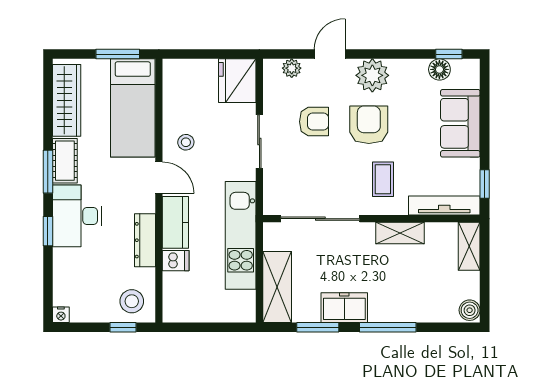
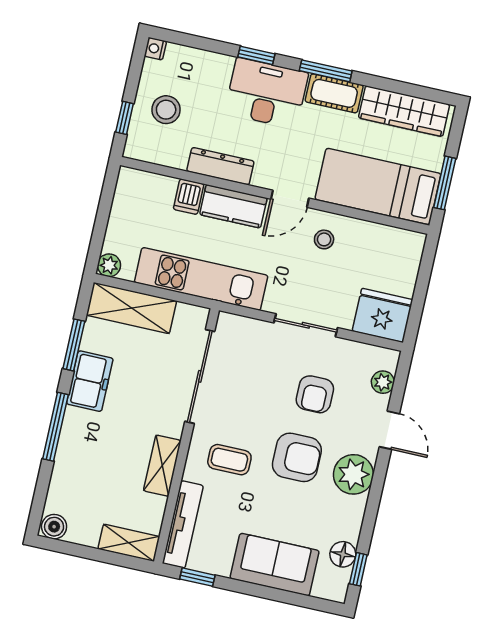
stool: (132, 301) -> (166, 110), moved
plant: (246, 313) -> (109, 265), added

